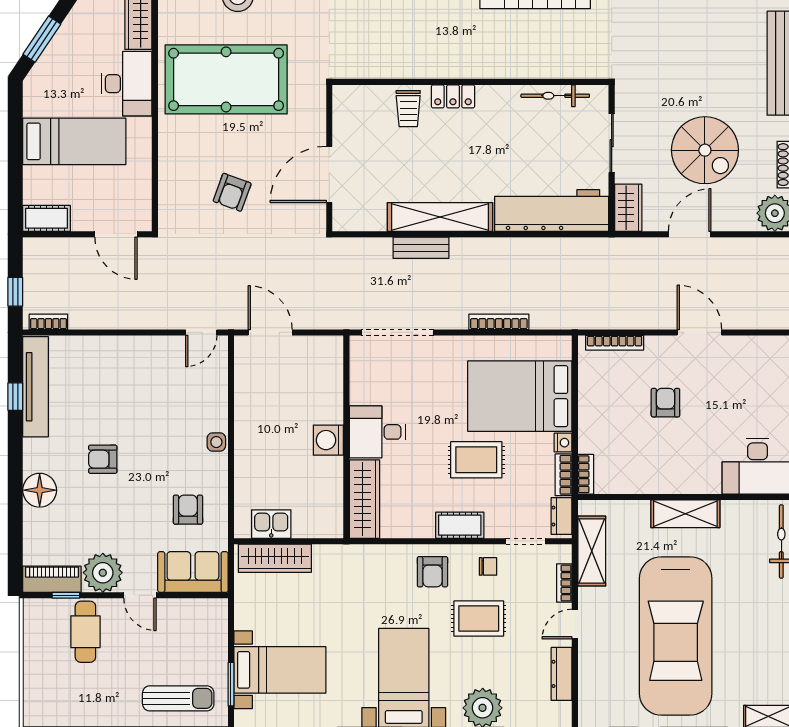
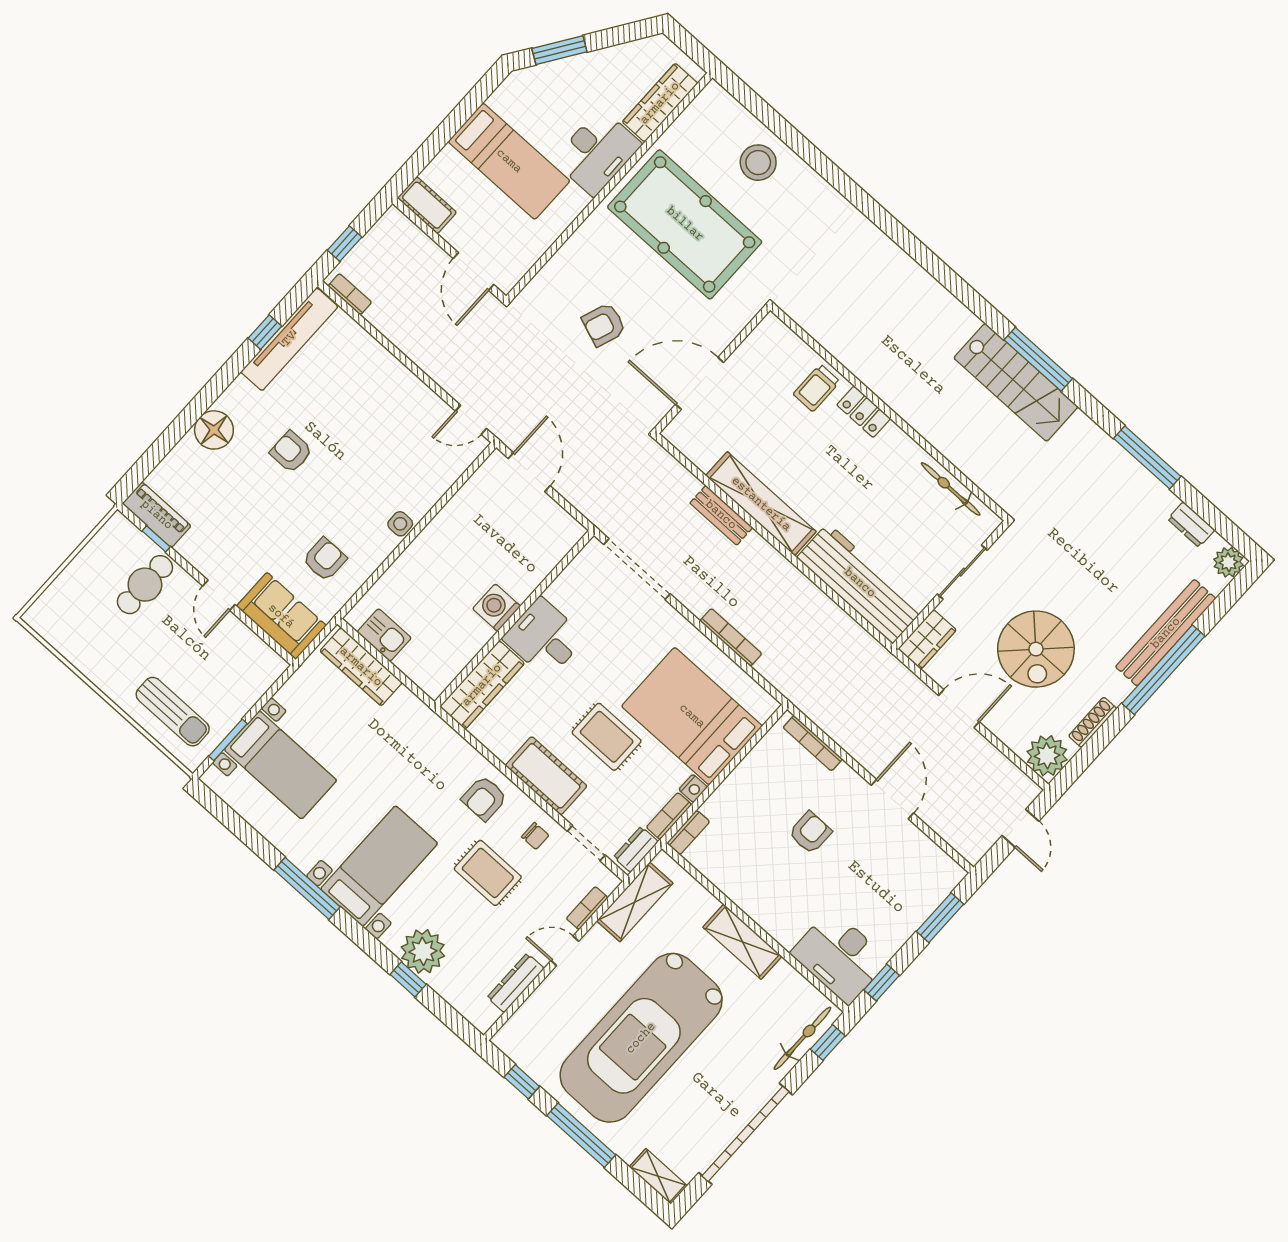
cot: (460, 525) -> (546, 776), width x1.37, depth x1.34
plant: (103, 573) -> (205, 548), removed

